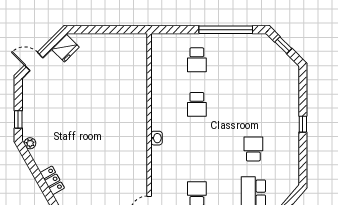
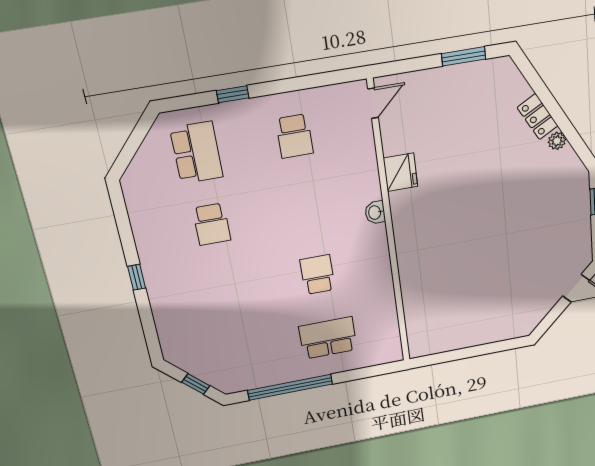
fridge: (65, 48) -> (400, 172), moved, turned 135
school desk: (197, 60) -> (328, 338), width x1.85
plant: (30, 143) -> (557, 141), moved

